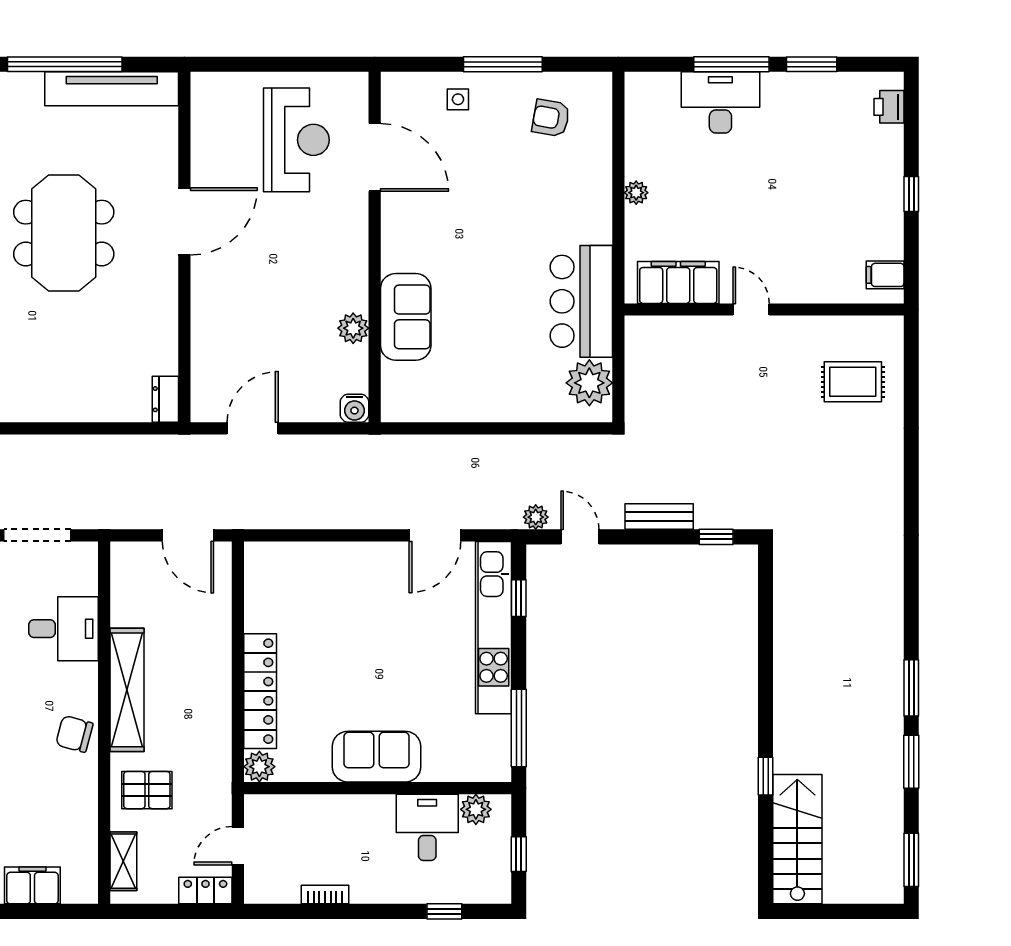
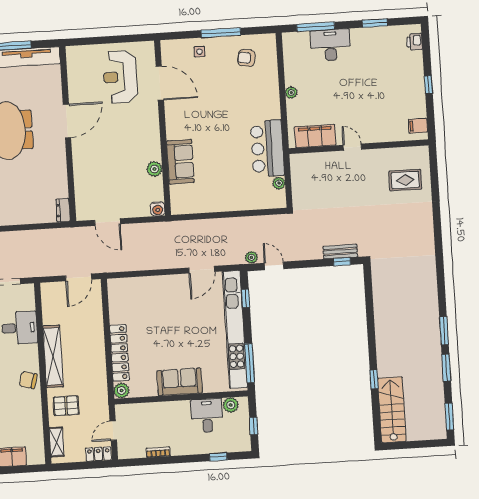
window: (731, 64) -> (316, 27), moved
reception desk: (296, 140) -> (120, 77), turned 180
plant: (589, 383) -> (279, 183), width x0.53, depth x0.53
door: (253, 428) -> (107, 222), swing flipped
bench: (659, 516) -> (340, 252), moved
door: (188, 535) -> (79, 277), hinge flipped
kitchen unit: (494, 628) -> (235, 329), width x1.36

